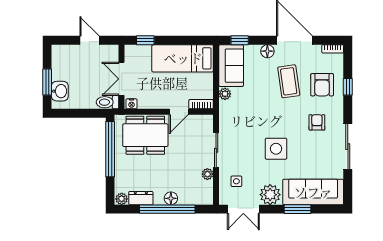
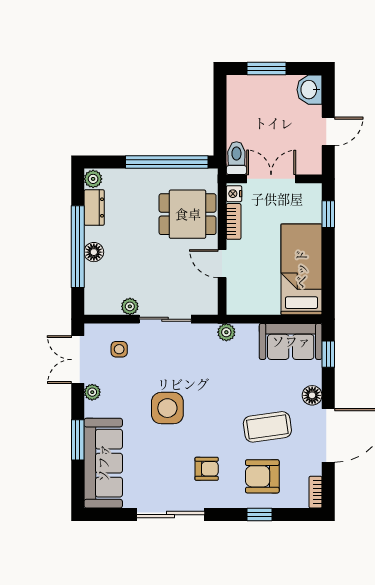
washbasin: (60, 91) -> (310, 90), moved, turned 90
plant: (225, 94) -> (226, 332), moved
bookcase: (201, 104) -> (234, 221), moved
dining table: (145, 135) -> (188, 214), width x0.73
plant: (270, 195) -> (92, 392), width x0.53, depth x0.53

